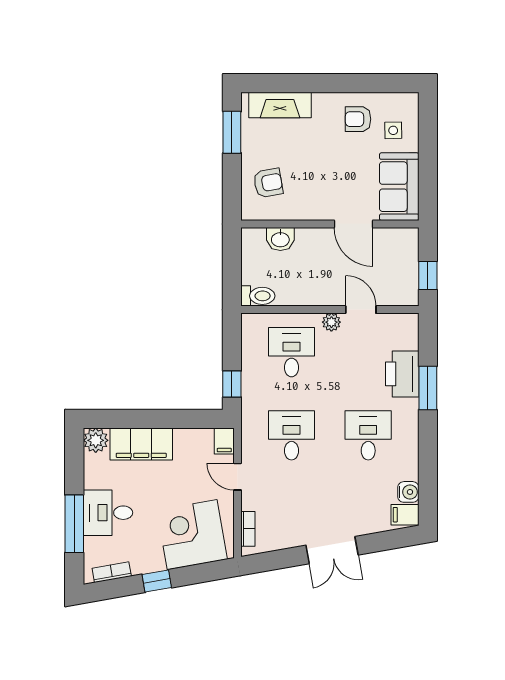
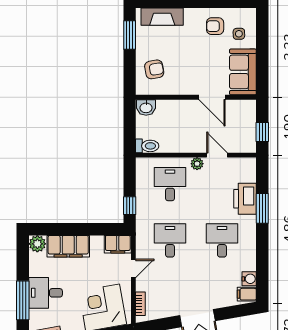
washbasin: (280, 239) -> (146, 107), moved
filing cabinet: (224, 441) -> (118, 244), width x2.00
door: (238, 477) -> (133, 268), swing flipped

